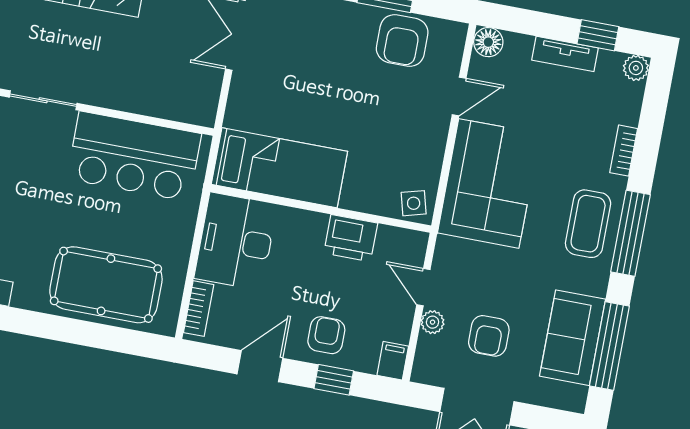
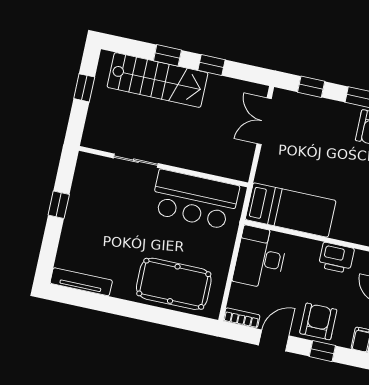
bookcase: (199, 309) -> (242, 318), moved, turned -90
armchair: (326, 335) -> (318, 321), width x1.38, depth x1.38

